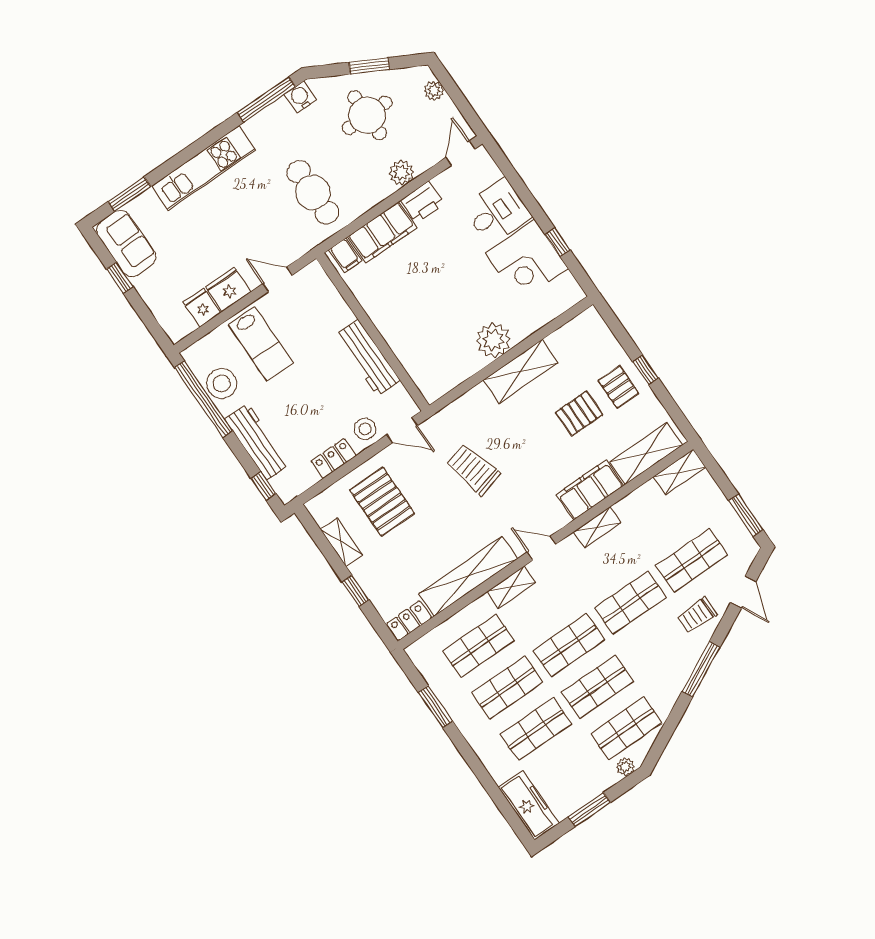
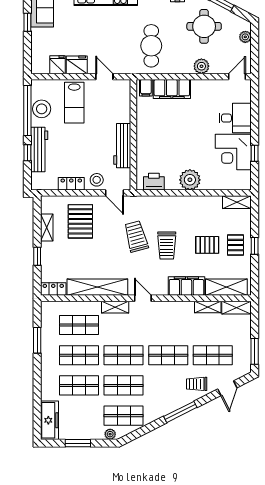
printer: (423, 202) -> (154, 182), moved, turned 180
shelving: (521, 371) -> (237, 202), moved, width x0.67, depth x0.75
trolley: (524, 453) -> (167, 246), added
window: (263, 486) -> (27, 153), moved
shelving: (597, 527) -> (208, 307), moved

